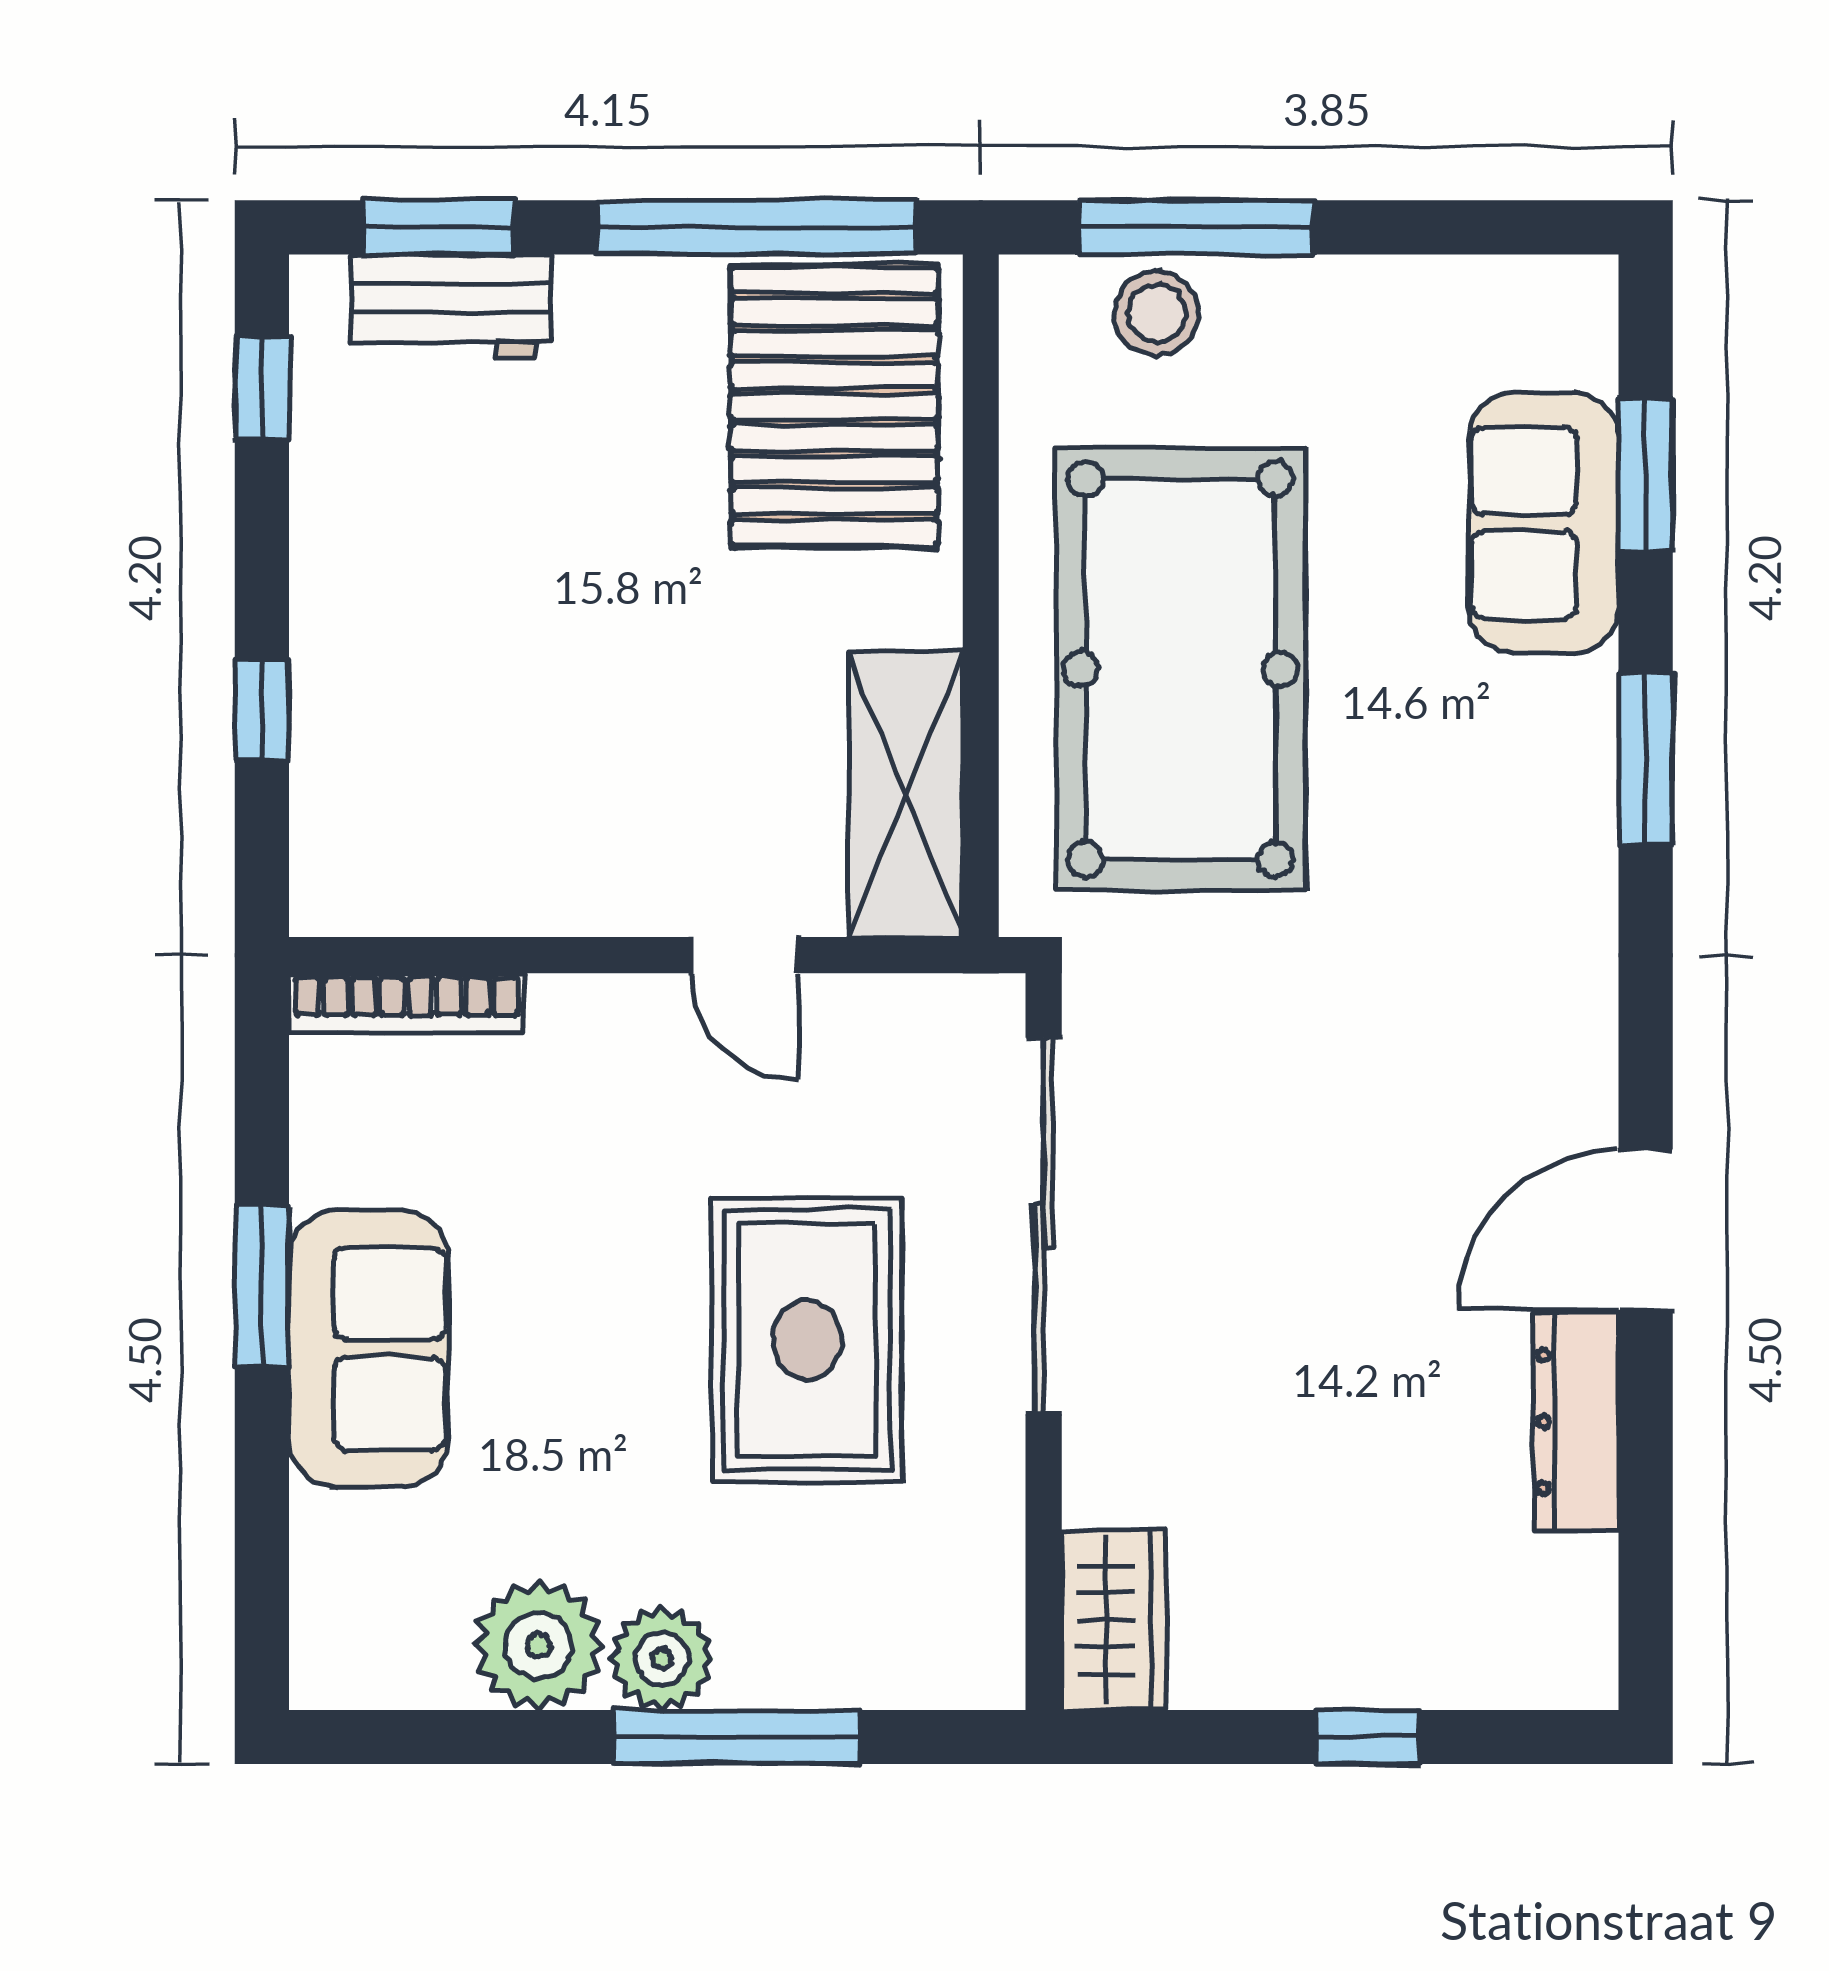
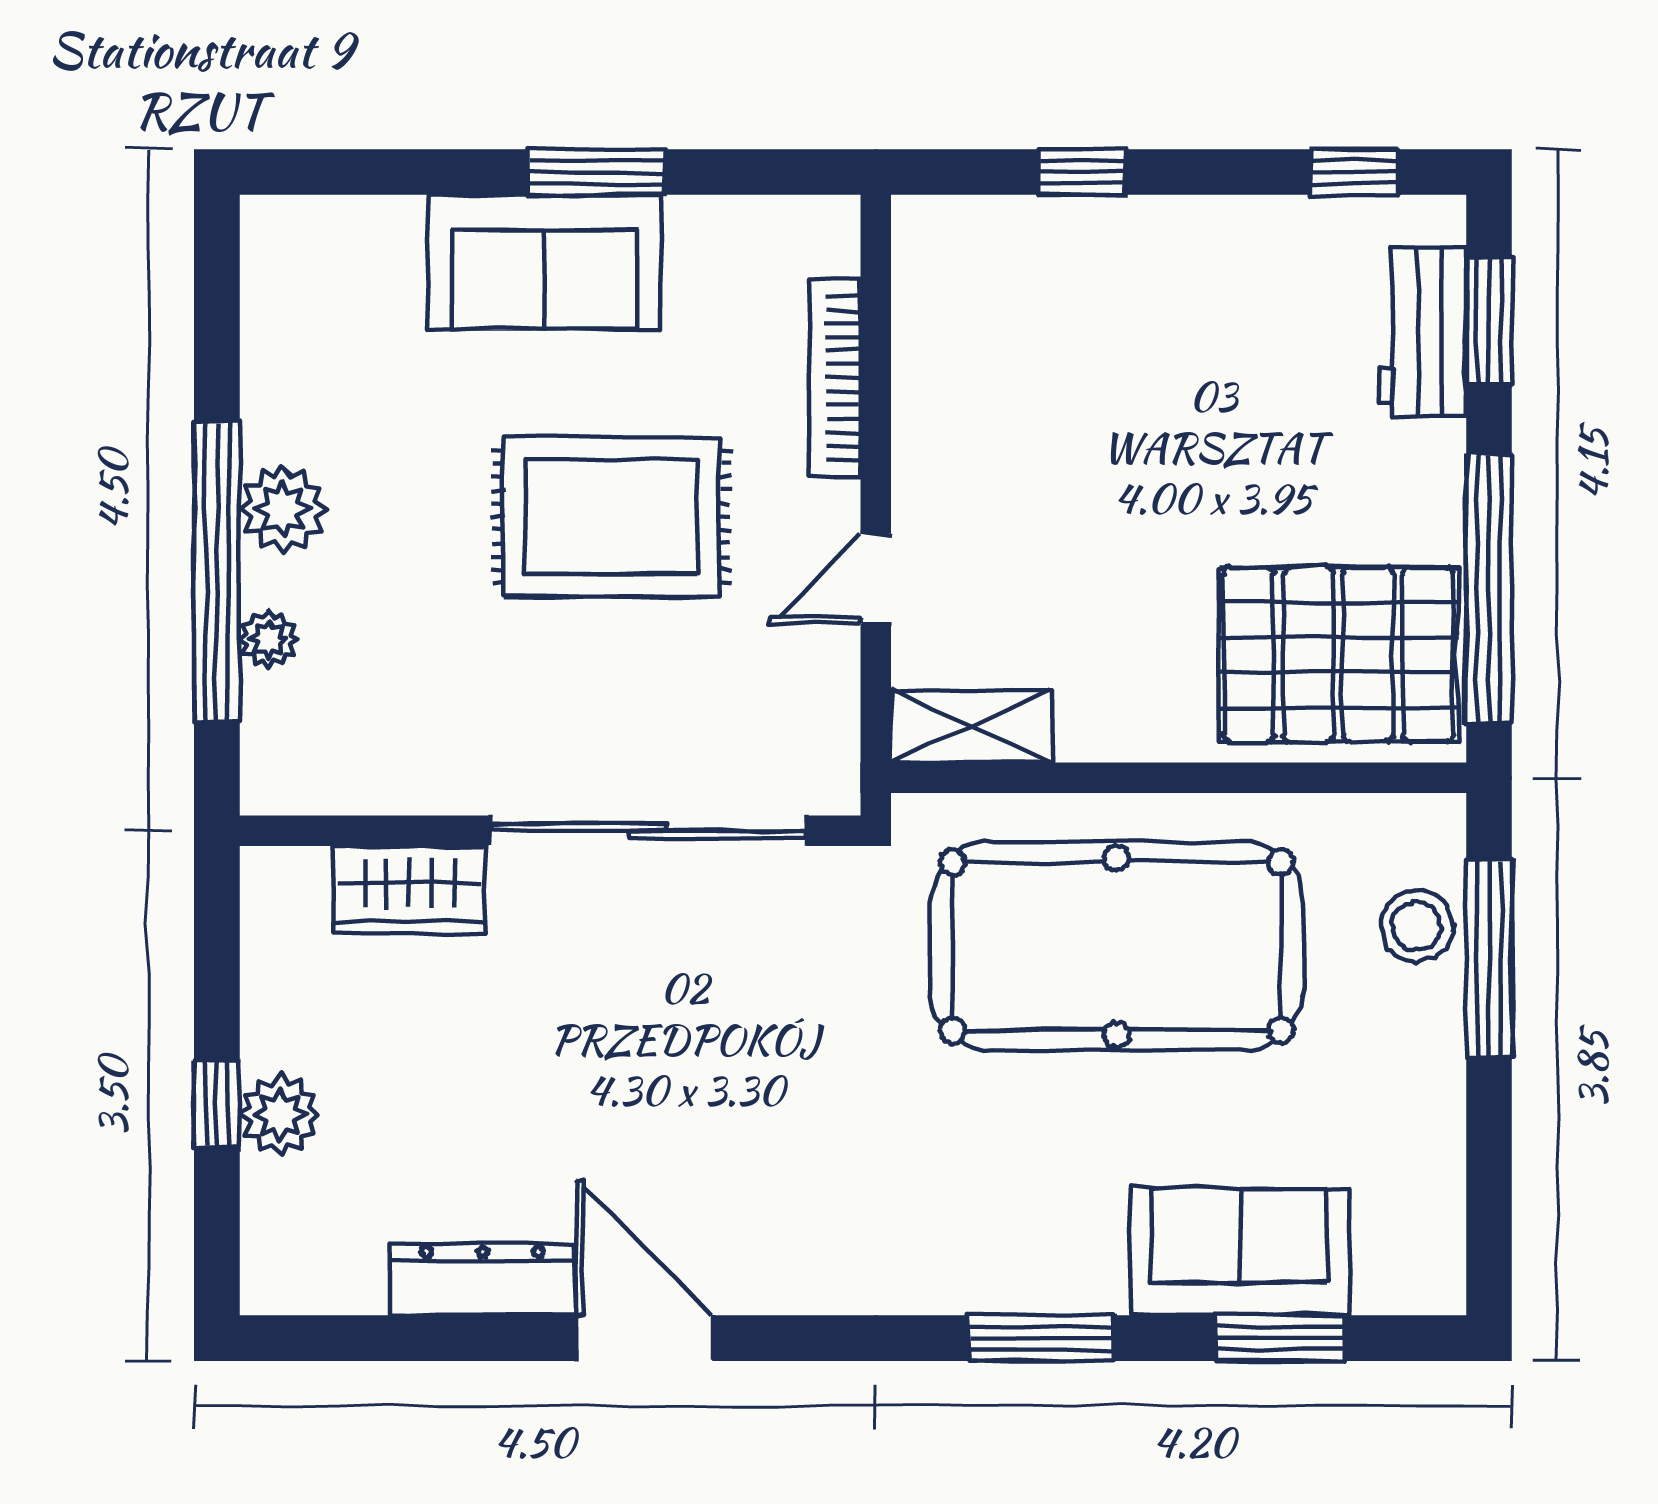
shelving: (906, 794) -> (971, 726), width x0.67, depth x0.75
bookcase: (407, 1003) -> (835, 378), moved
rug: (807, 1340) -> (611, 517), moved
wardrobe: (1114, 1620) -> (409, 890), moved
plant: (539, 1646) -> (269, 639), moved, width x0.53, depth x0.53
plant: (1381, 1662) -> (280, 1115), added
window: (736, 1737) -> (217, 572), width x1.46

